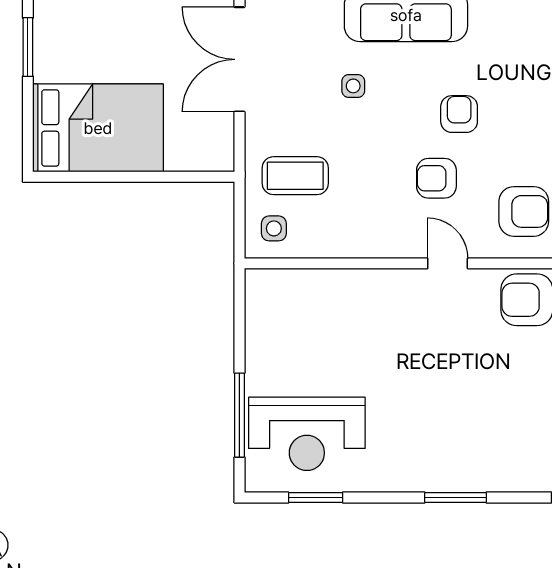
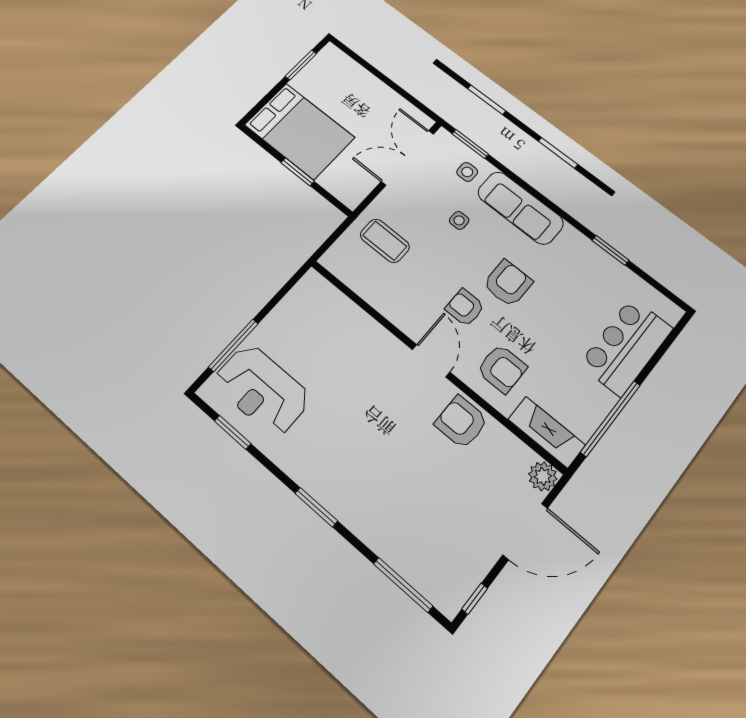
armchair: (459, 114) -> (508, 283), width x1.38, depth x1.38
window: (138, 177) -> (298, 172), added
side table: (274, 228) -> (467, 172), moved
door: (448, 263) -> (431, 361), width x1.38

